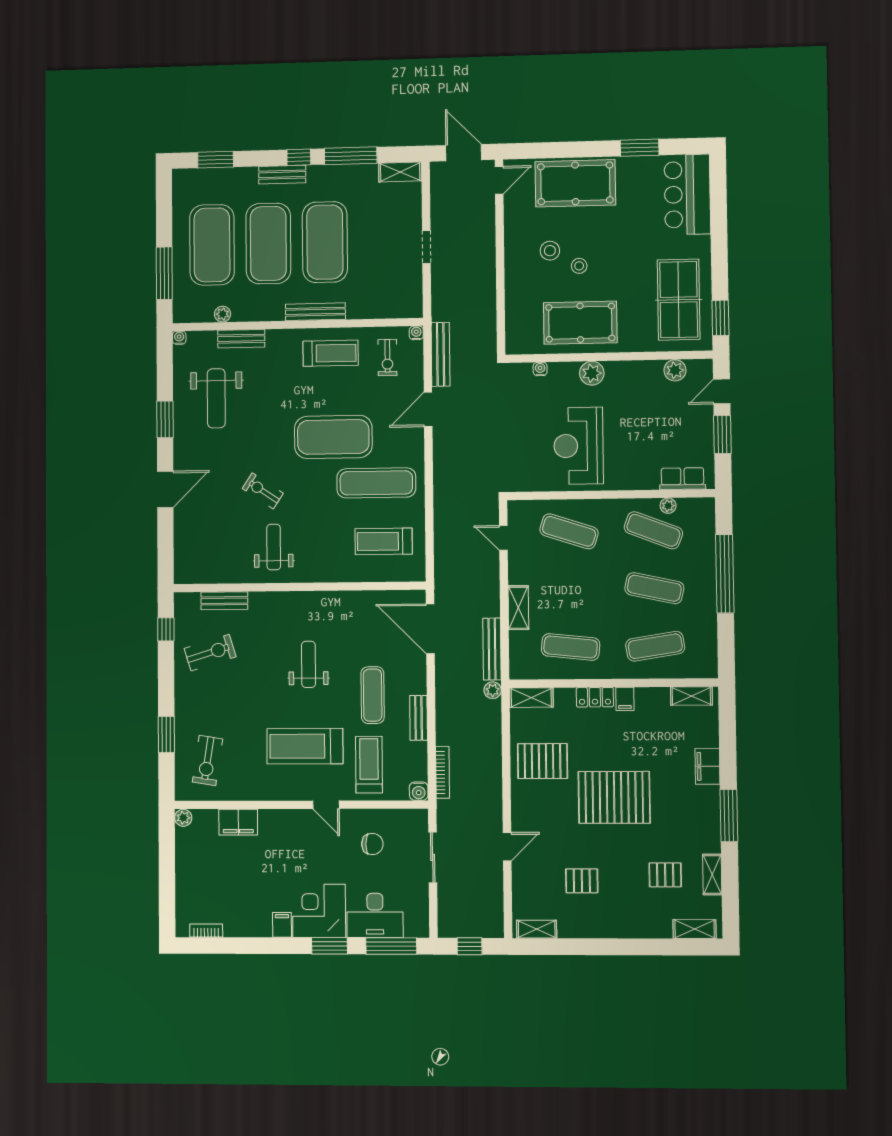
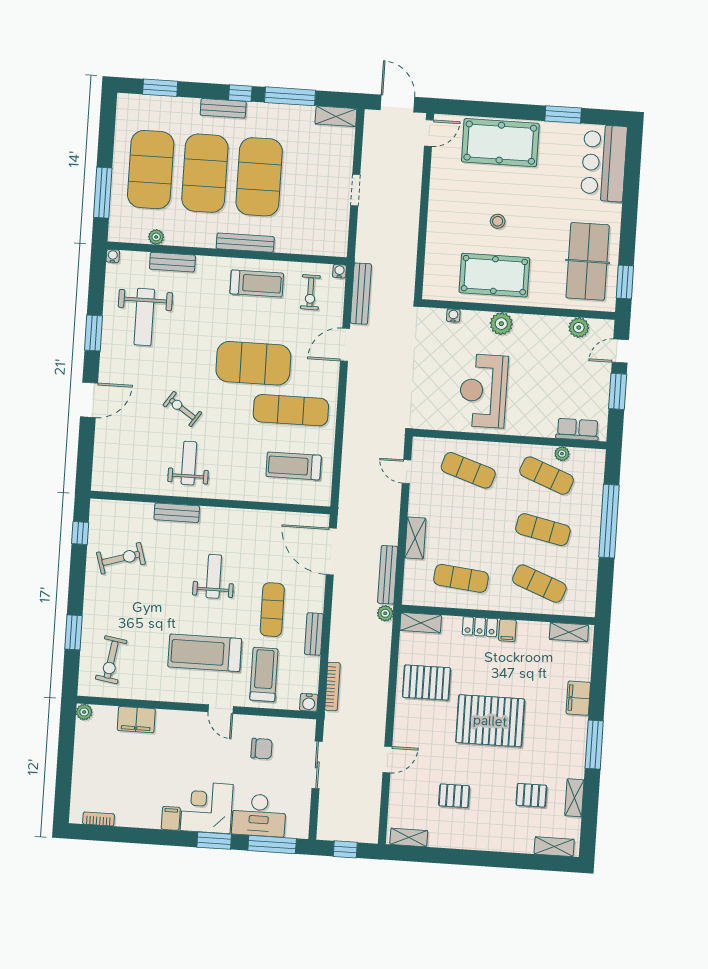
stool: (550, 251) -> (471, 204), removed
bench: (224, 601) -> (177, 513), moved
exercise mat: (655, 646) -> (539, 584), turned 30

